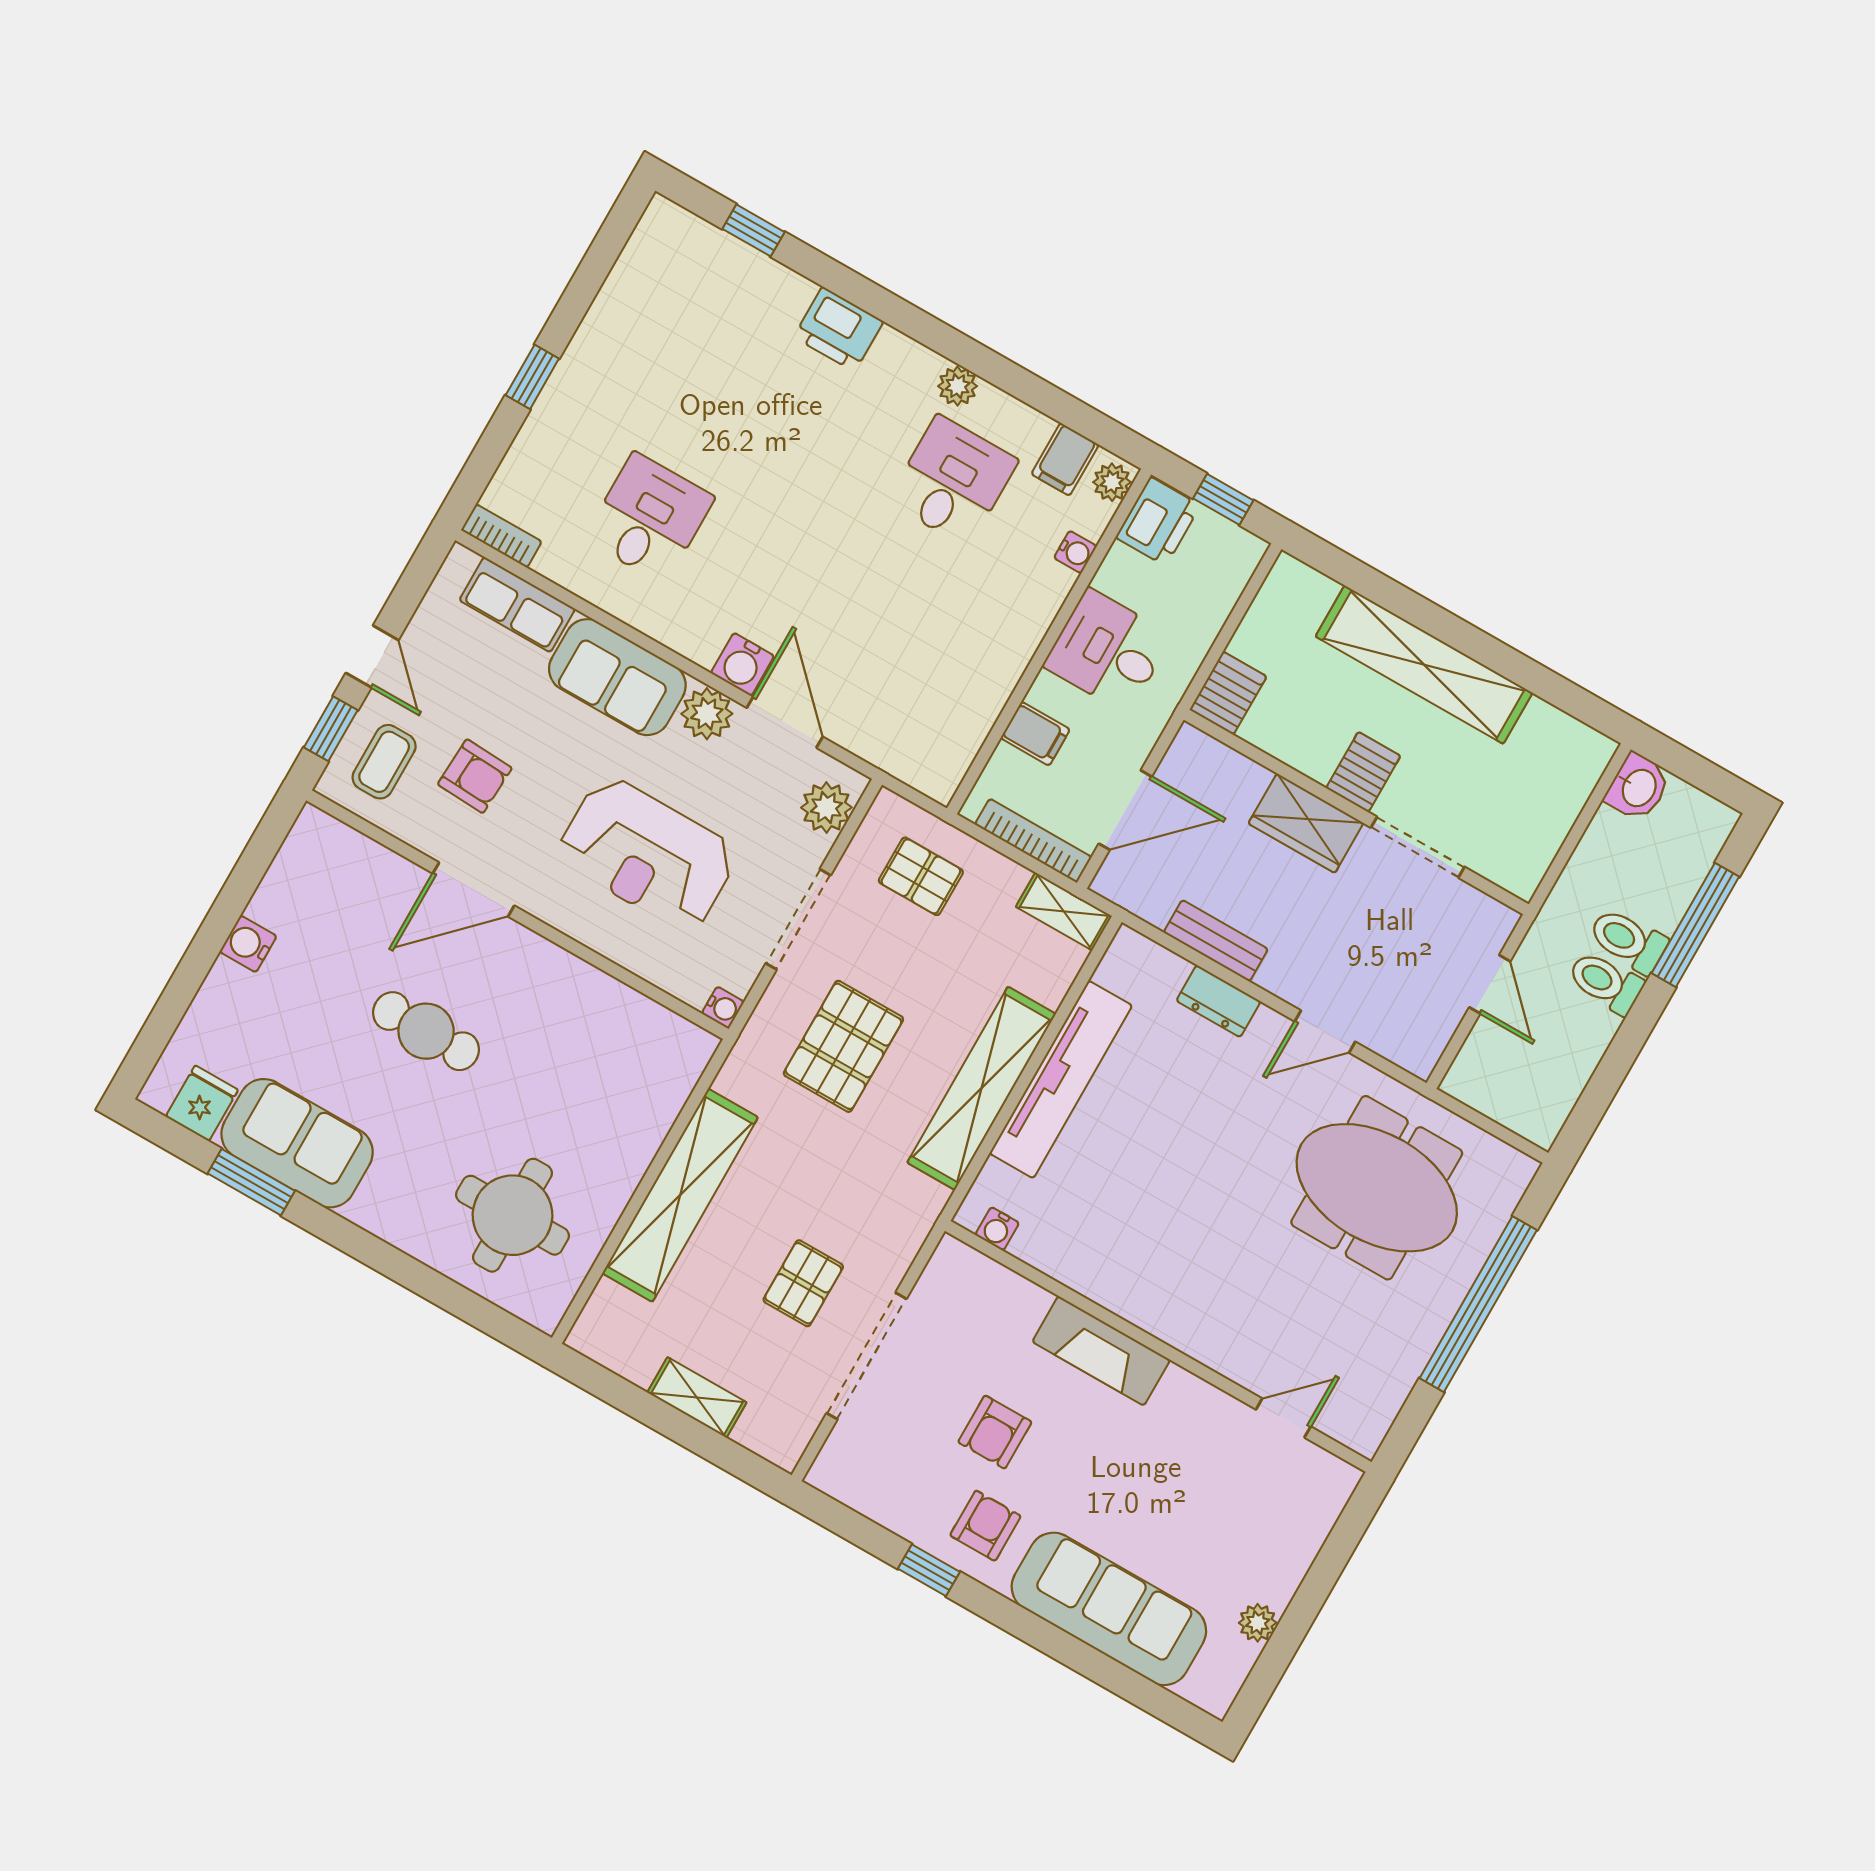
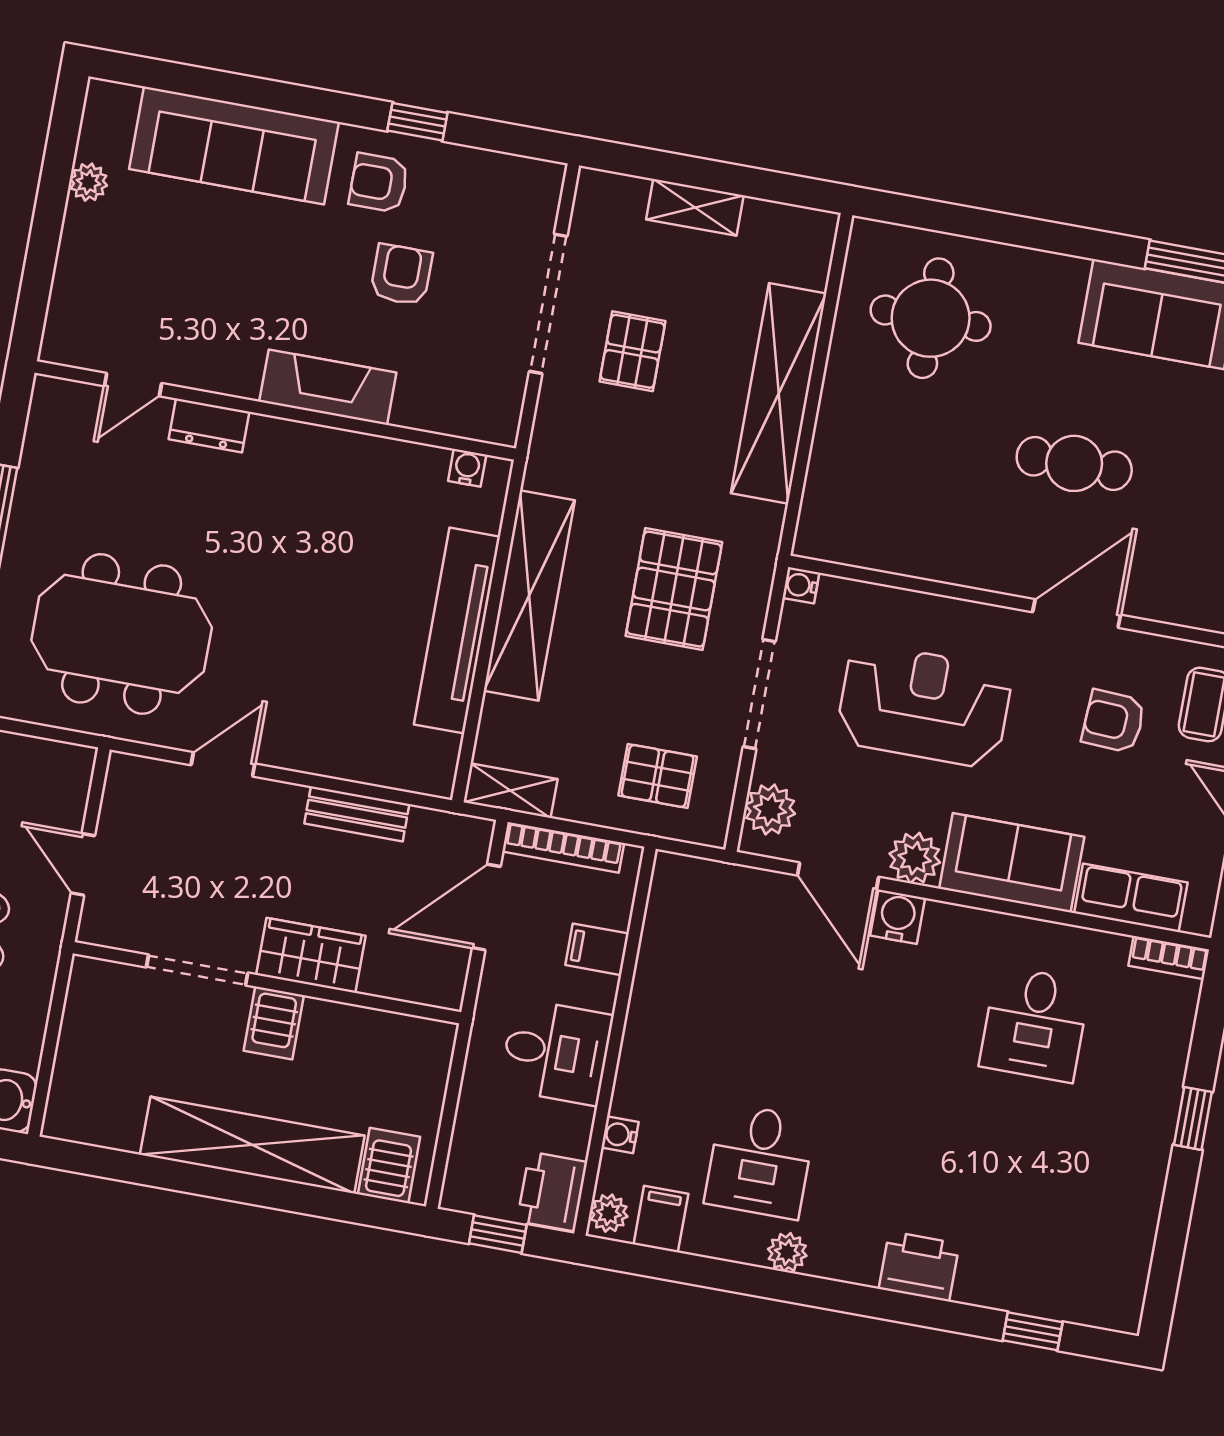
server rack: (1228, 693) -> (389, 1166), moved, turned 180
dresser: (1218, 1001) -> (209, 425), moved, turned 180
armchair: (985, 1526) -> (379, 183), turned 90

